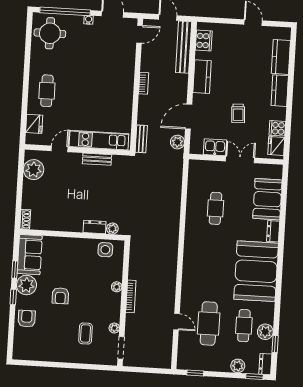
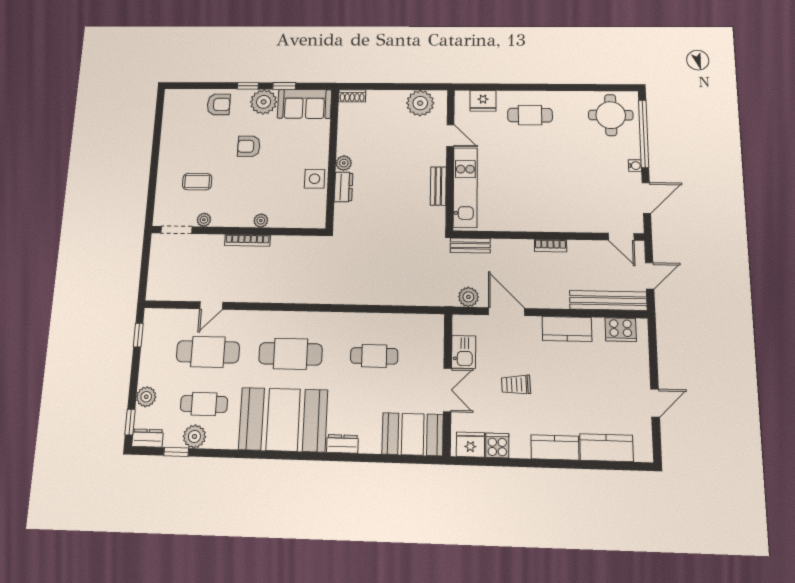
booth: (267, 199) -> (413, 434), moved
plant: (112, 229) -> (344, 163), moved
side table: (105, 250) -> (315, 179), moved
cafe table: (212, 266) -> (291, 354), added

